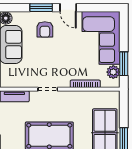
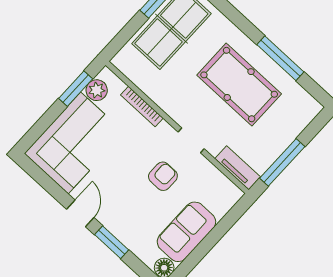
armchair: (45, 29) -> (163, 176), moved

